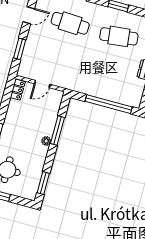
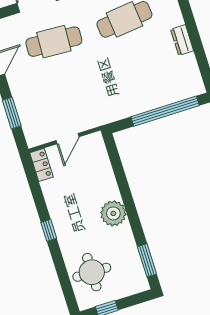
window: (57, 131) -> (123, 184), removed
plant: (46, 141) -> (113, 213), width x1.88, depth x1.88

